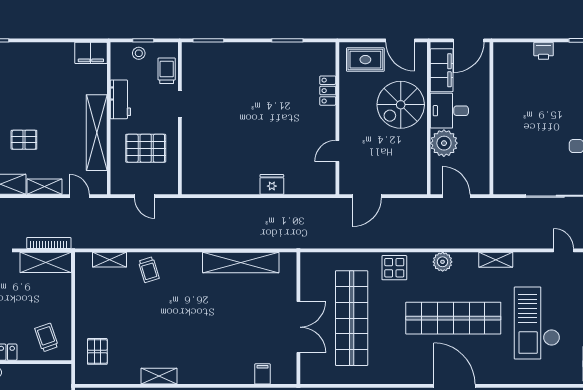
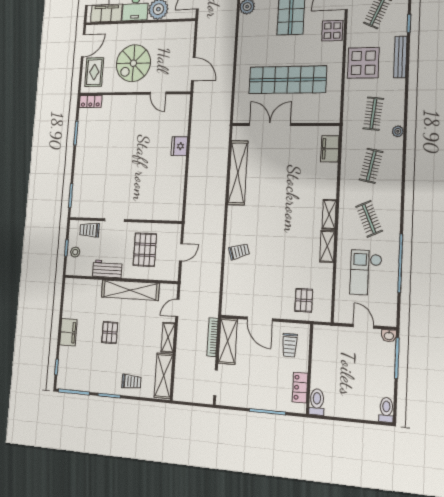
filing cabinet: (91, 53) -> (68, 332), moved
locker: (328, 91) -> (91, 101), moved
spiral stairs: (401, 105) -> (133, 63), moved, turned 90
pallet: (24, 140) -> (110, 333), moved
shelving: (110, 260) -> (329, 214), moved
display table: (394, 268) -> (332, 31), moved
door: (73, 300) -> (260, 319), added
double door: (298, 327) -> (270, 124), moved
trolley: (47, 337) -> (290, 345), turned -71
pallet: (97, 351) -> (304, 300), turned 90
filing cabinet: (262, 374) -> (330, 149), width x2.00

